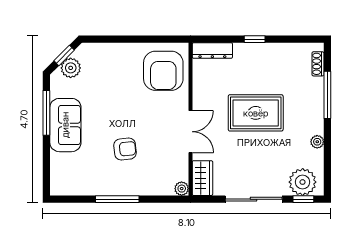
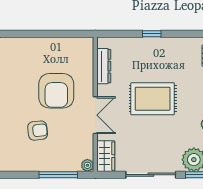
dresser: (212, 51) -> (104, 66), moved, turned -90
armchair: (163, 71) -> (56, 91), moved
window: (117, 199) -> (58, 175), moved

